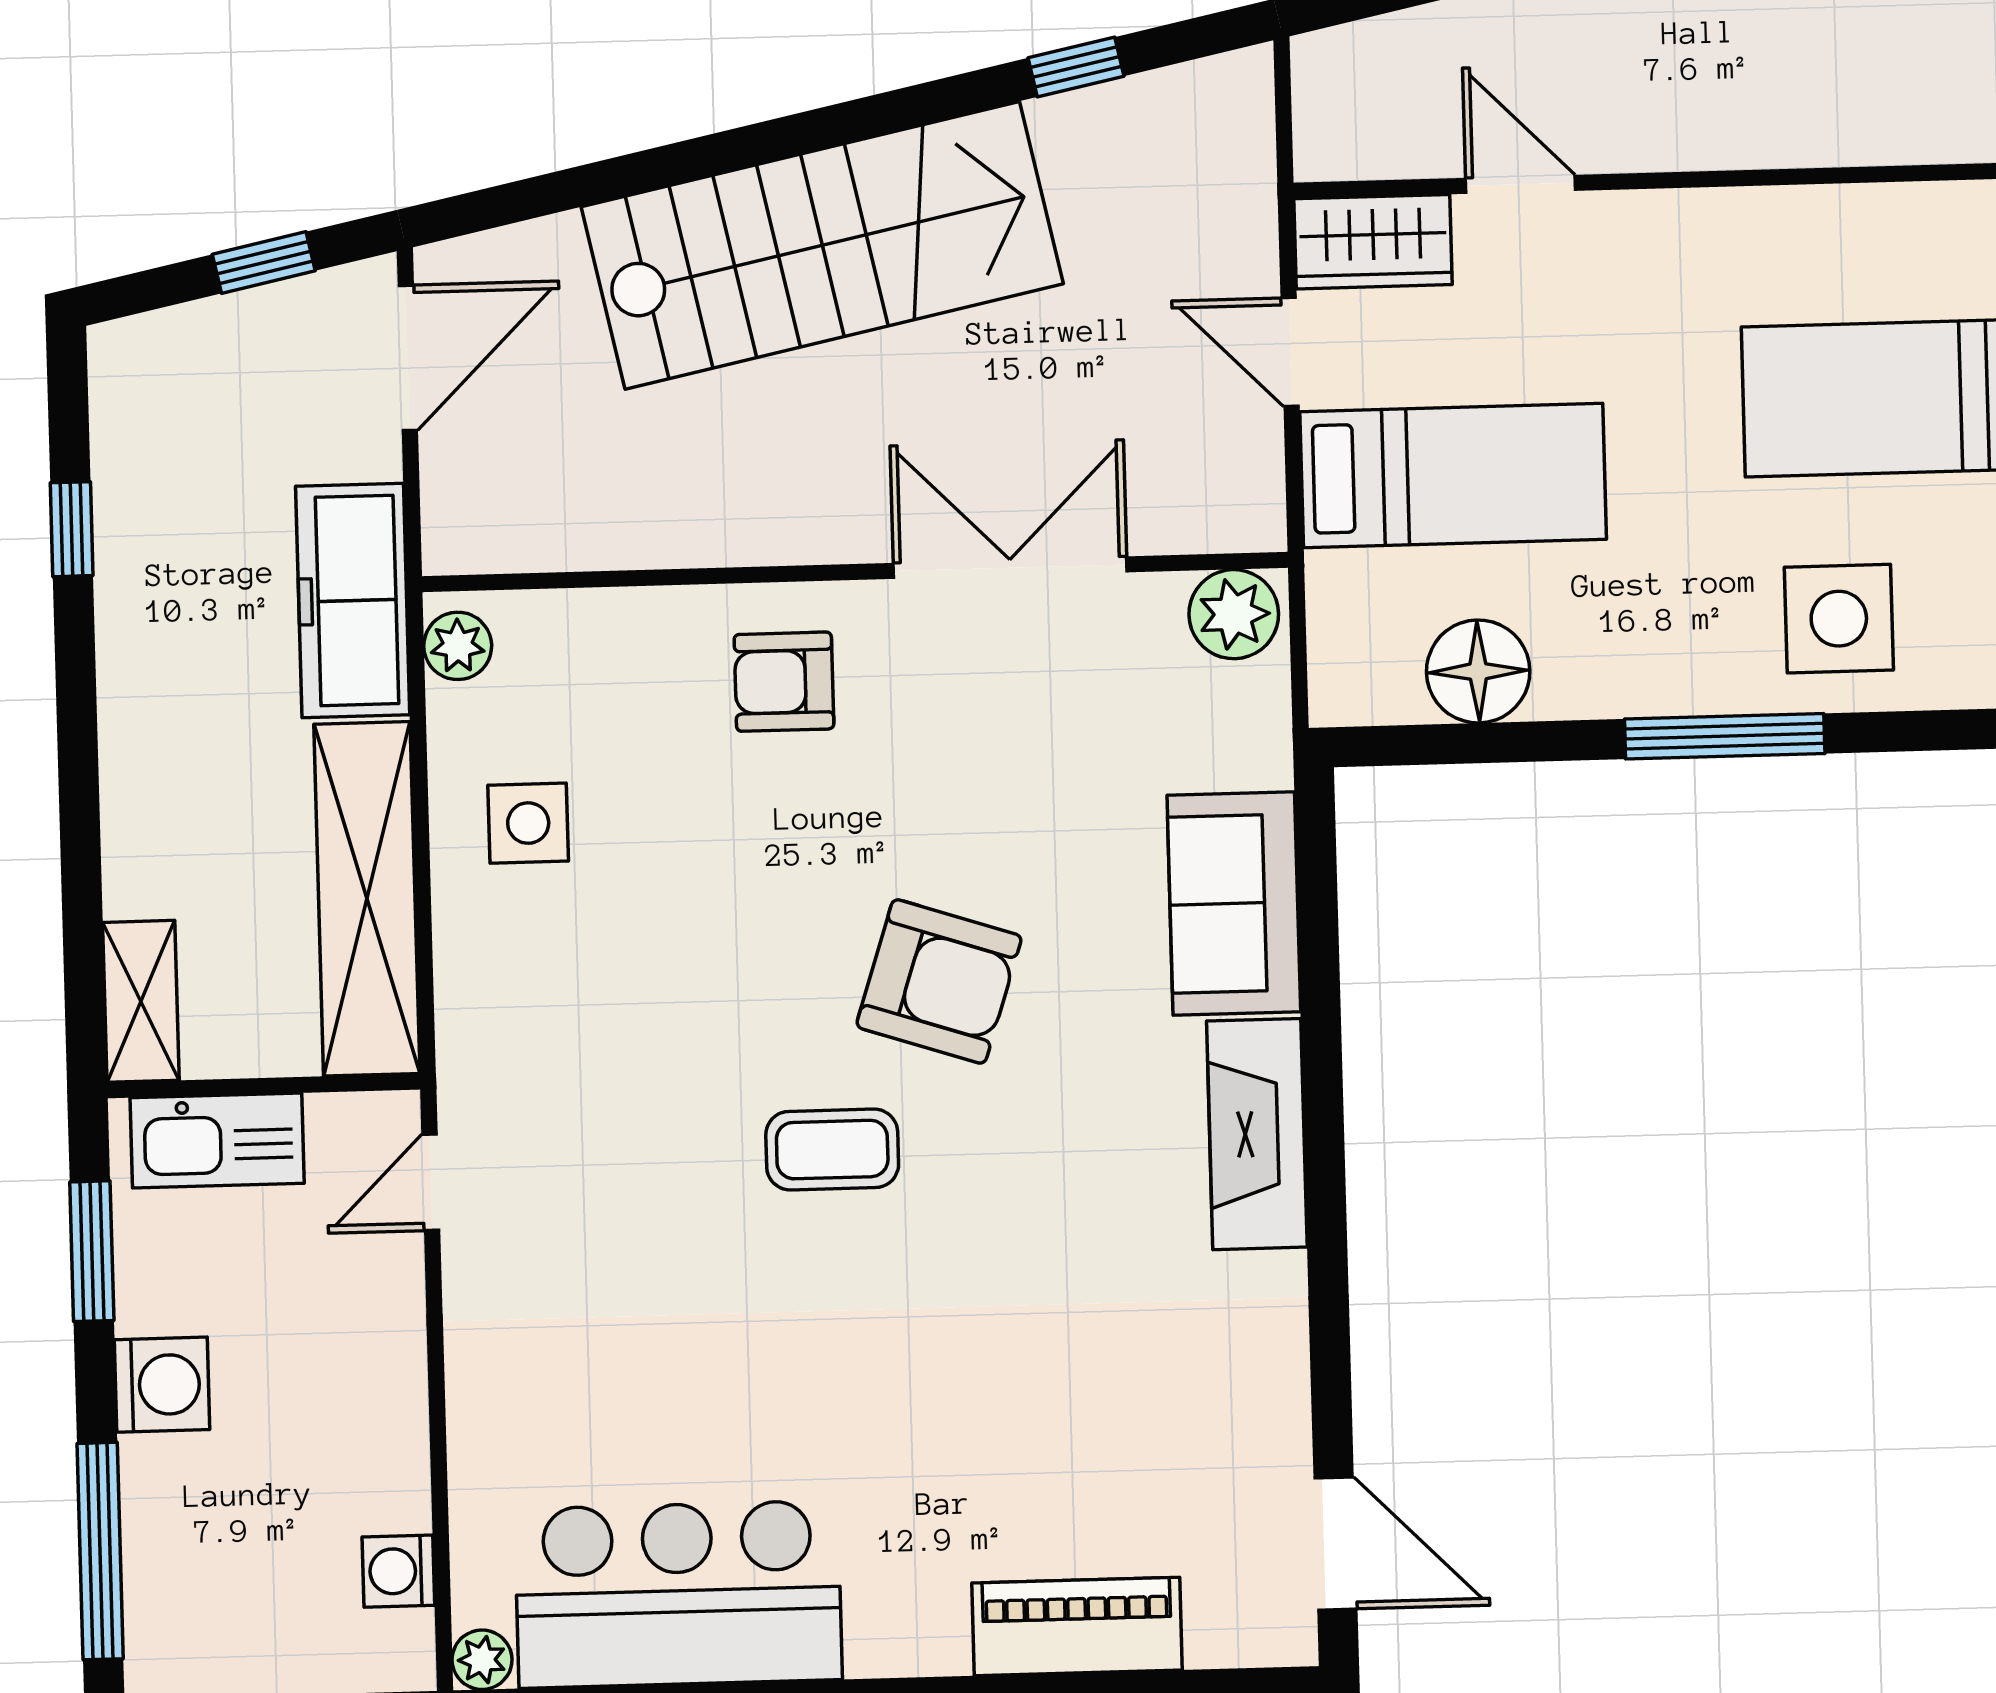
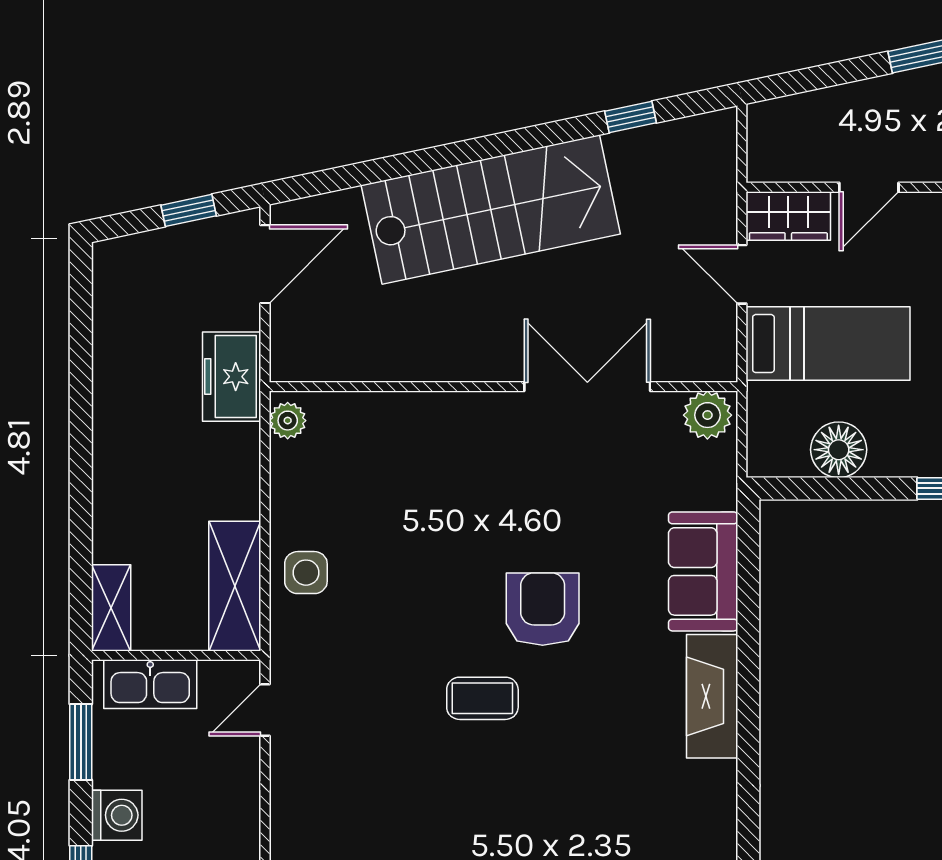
door: (1520, 184) -> (869, 187), swing flipped
window: (72, 529) -> (81, 352), removed
freezer: (353, 601) -> (232, 377), width x0.71
armchair: (784, 682) -> (463, 445), removed
side table: (528, 823) -> (306, 573), moved
shelving: (367, 899) -> (235, 586), width x0.68
armchair: (939, 981) -> (543, 609), turned -108

